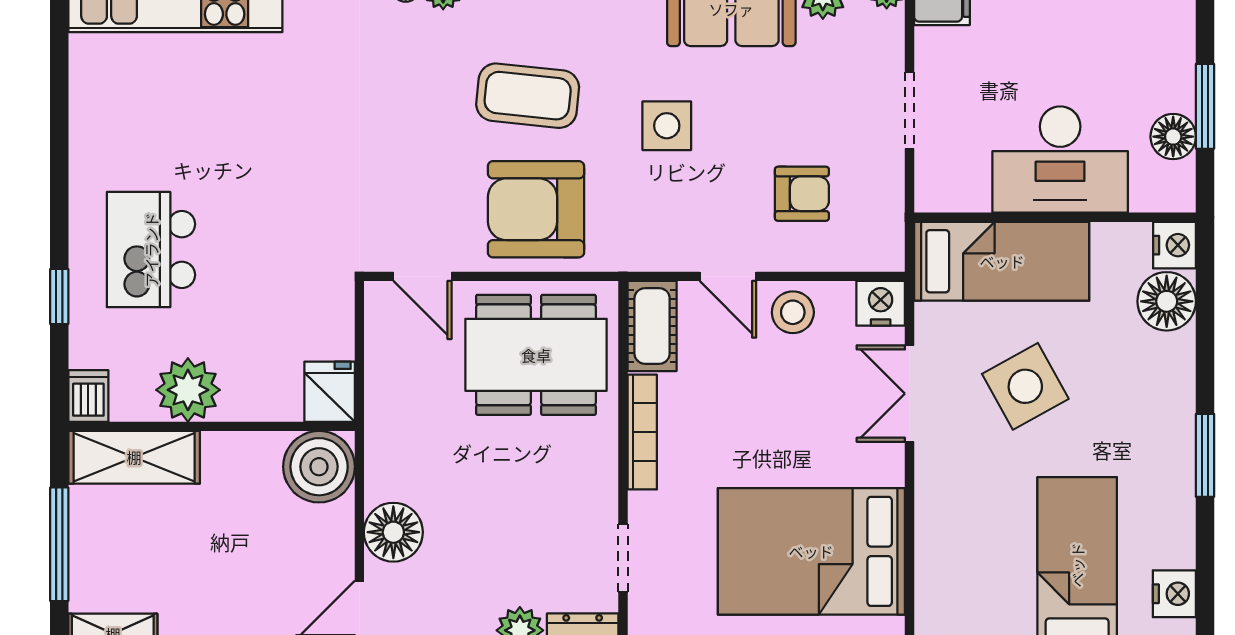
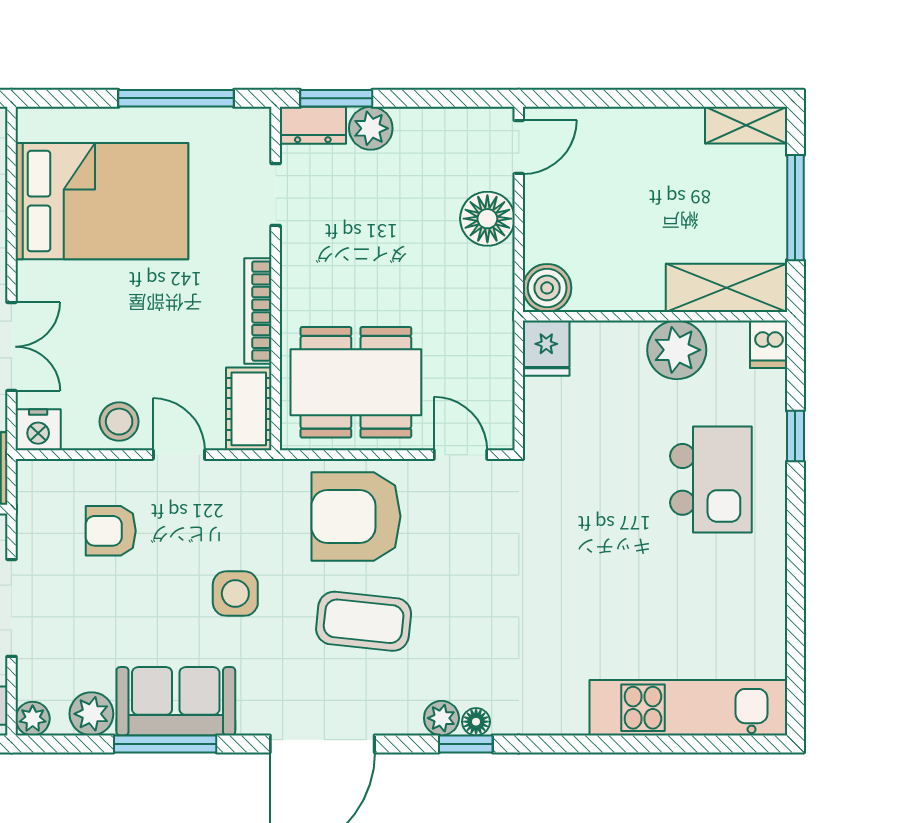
doorway: (909, 110) -> (11, 608), width x1.38
armchair: (536, 209) -> (356, 516), turned 180
boiler: (319, 467) -> (547, 288), width x0.73, depth x0.73

